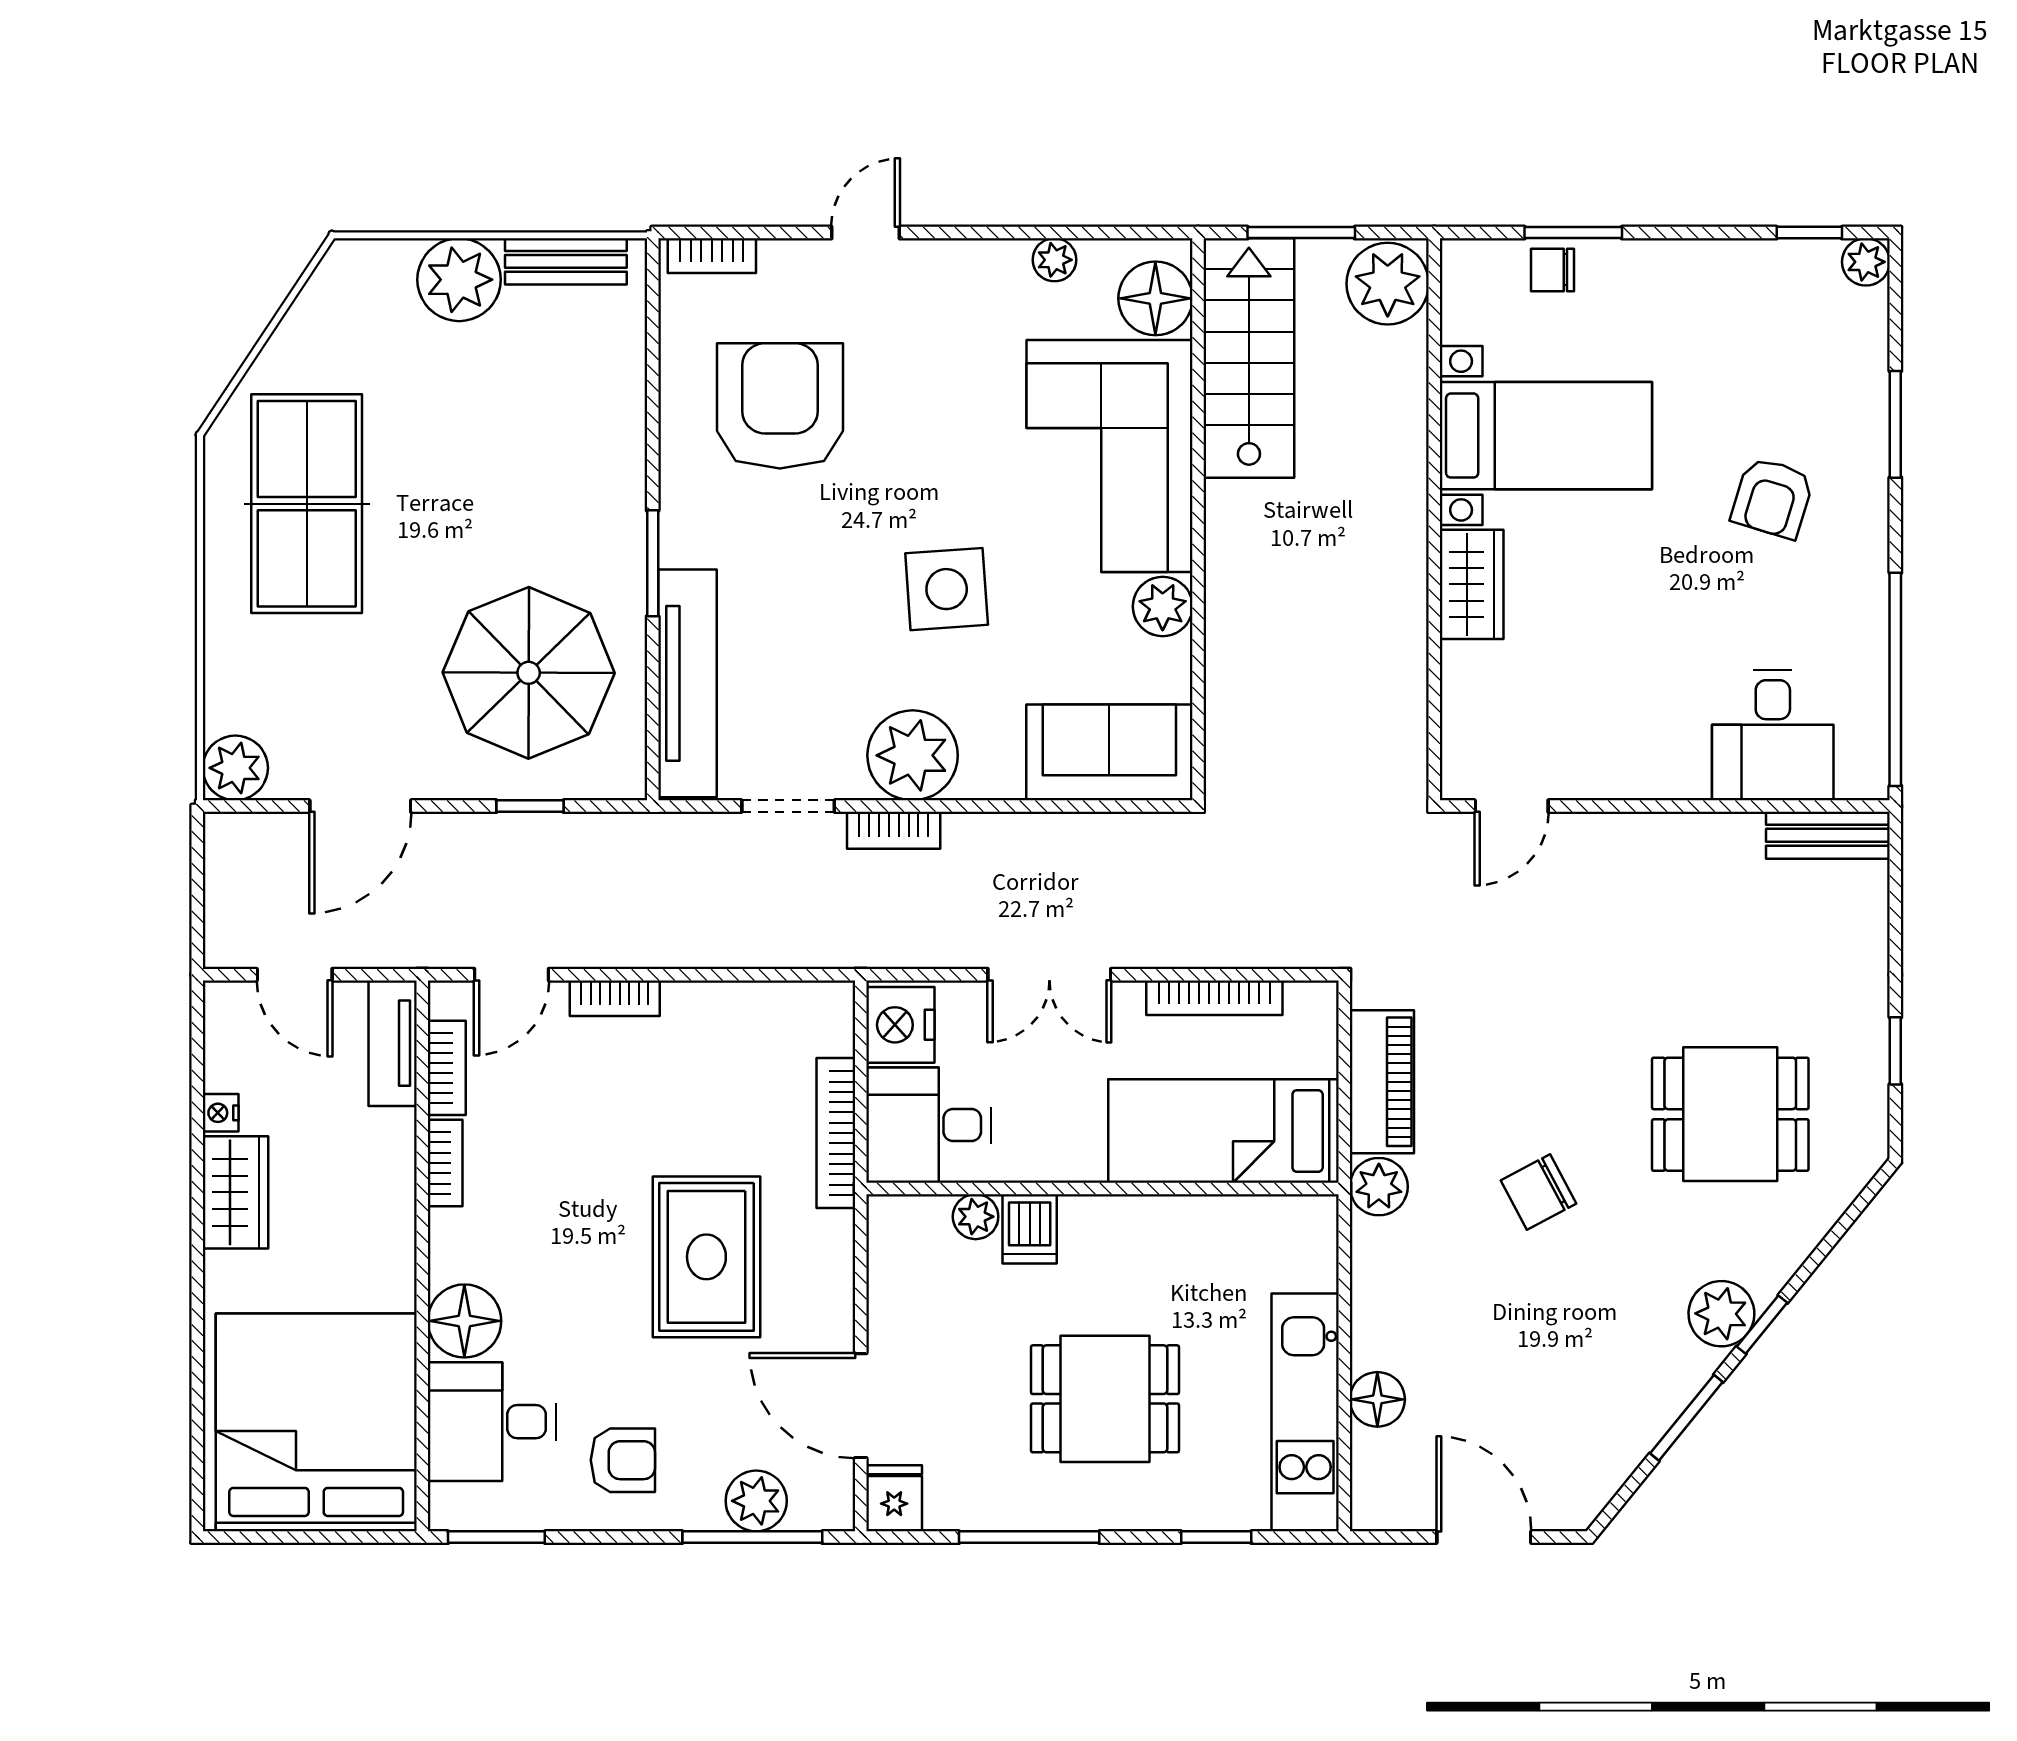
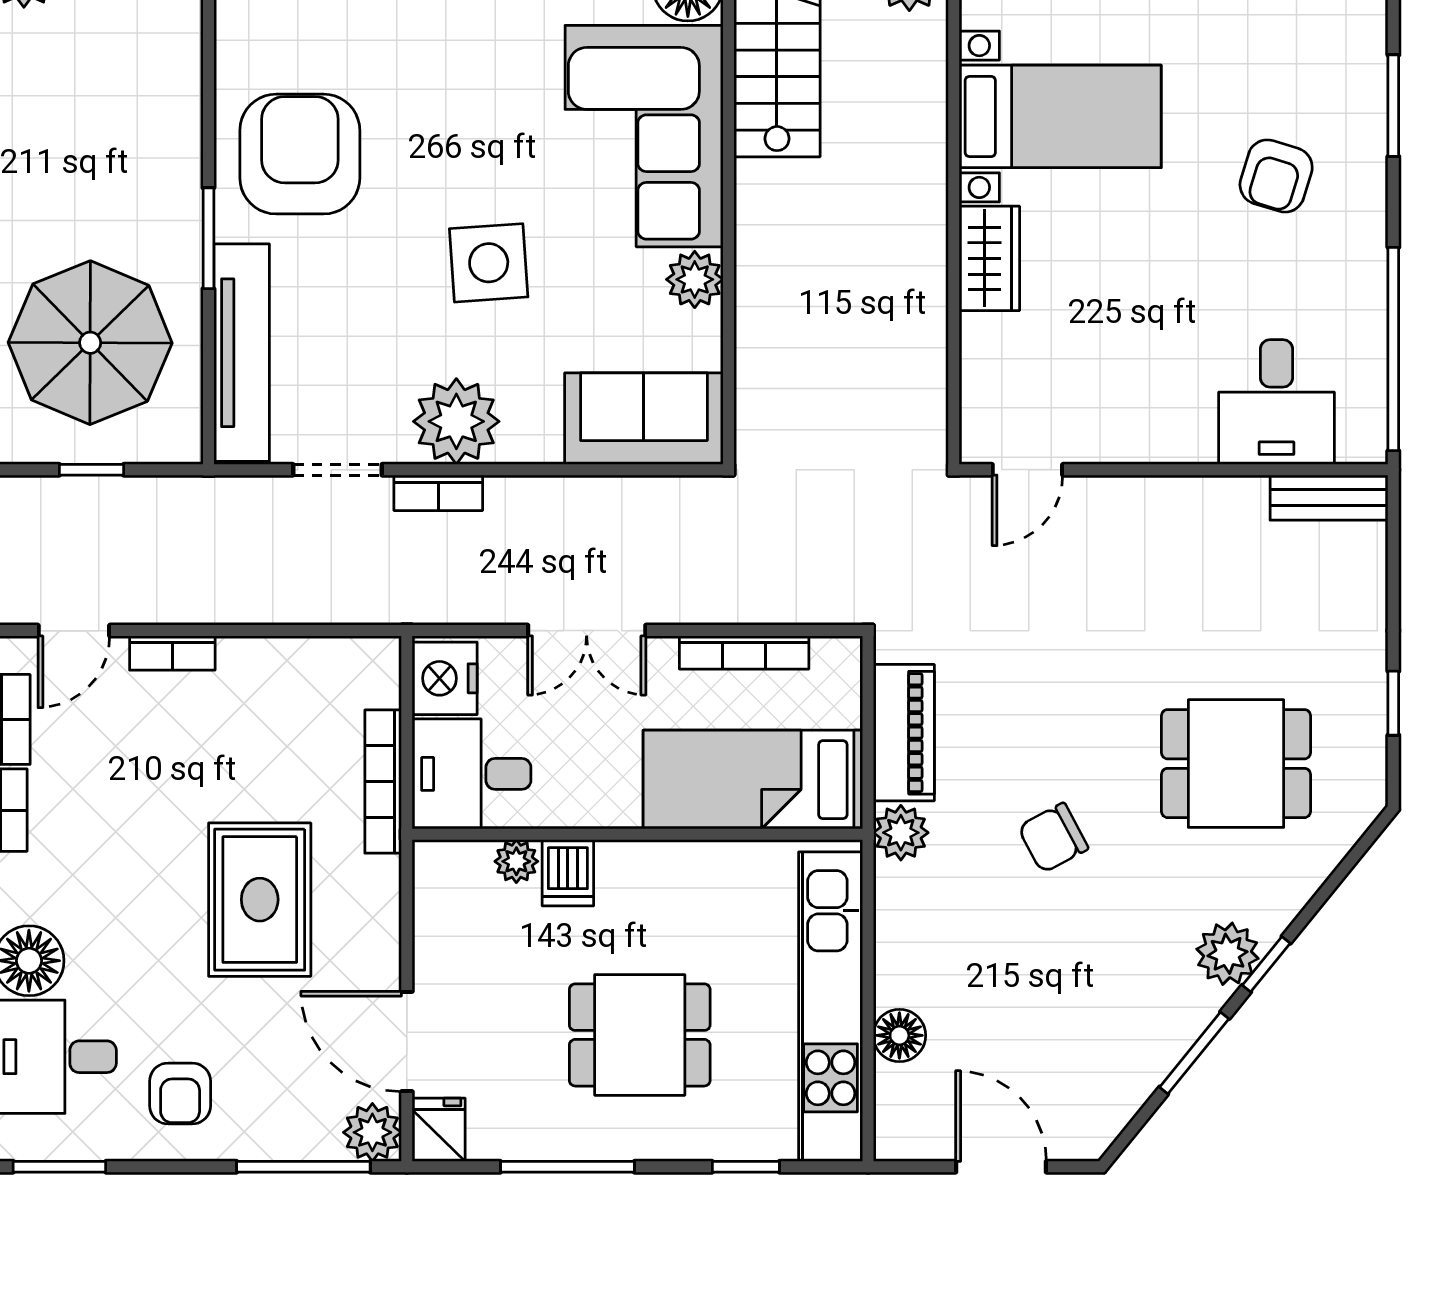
armchair: (780, 406) -> (300, 154), moved
kitchen unit: (1305, 1412) -> (831, 1007), width x1.36
armchair: (623, 1460) -> (180, 1094), turned 90
plant: (756, 1501) -> (372, 1132), moved

